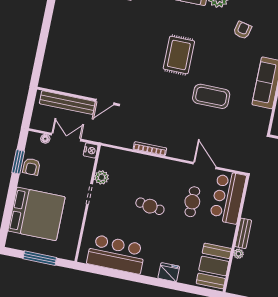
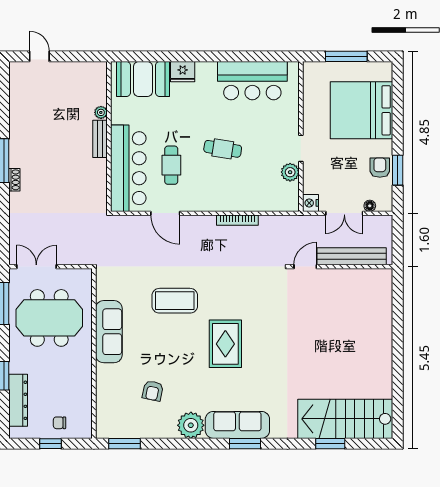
bar counter: (228, 197) -> (128, 168), width x1.36
booth: (214, 266) -> (143, 79), moved, turned 90

